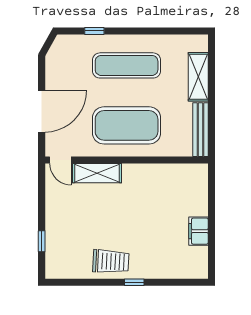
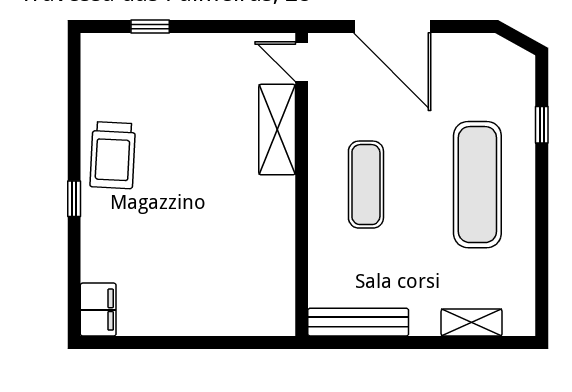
shelving: (198, 77) -> (472, 323), width x0.67, depth x0.75
exercise mat: (127, 125) -> (366, 185), width x0.50, depth x0.69
door: (60, 160) -> (302, 62), hinge flipped
filing cabinet: (198, 231) -> (98, 310), moved, turned 90

